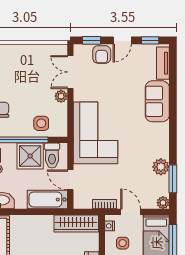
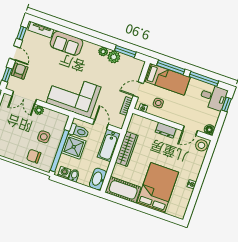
armchair: (102, 54) -> (20, 71), turned -90
side table: (41, 123) -> (44, 137), moved
door: (70, 180) -> (101, 124), swing flipped
plant: (163, 203) -> (103, 52), moved
wardrobe: (76, 223) -> (127, 149), moved

